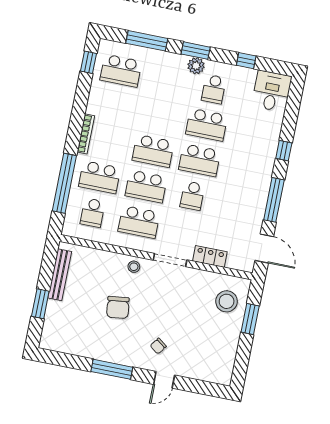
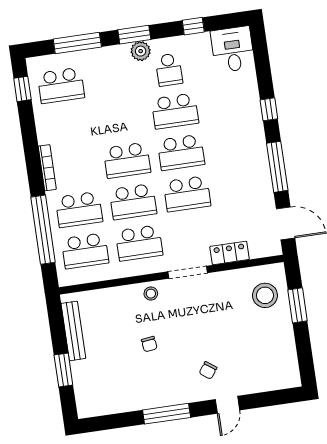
school desk: (192, 196) -> (187, 194), width x1.85
school desk: (93, 213) -> (85, 251), width x1.85
chair: (118, 307) -> (149, 344), width x0.54, depth x0.54

